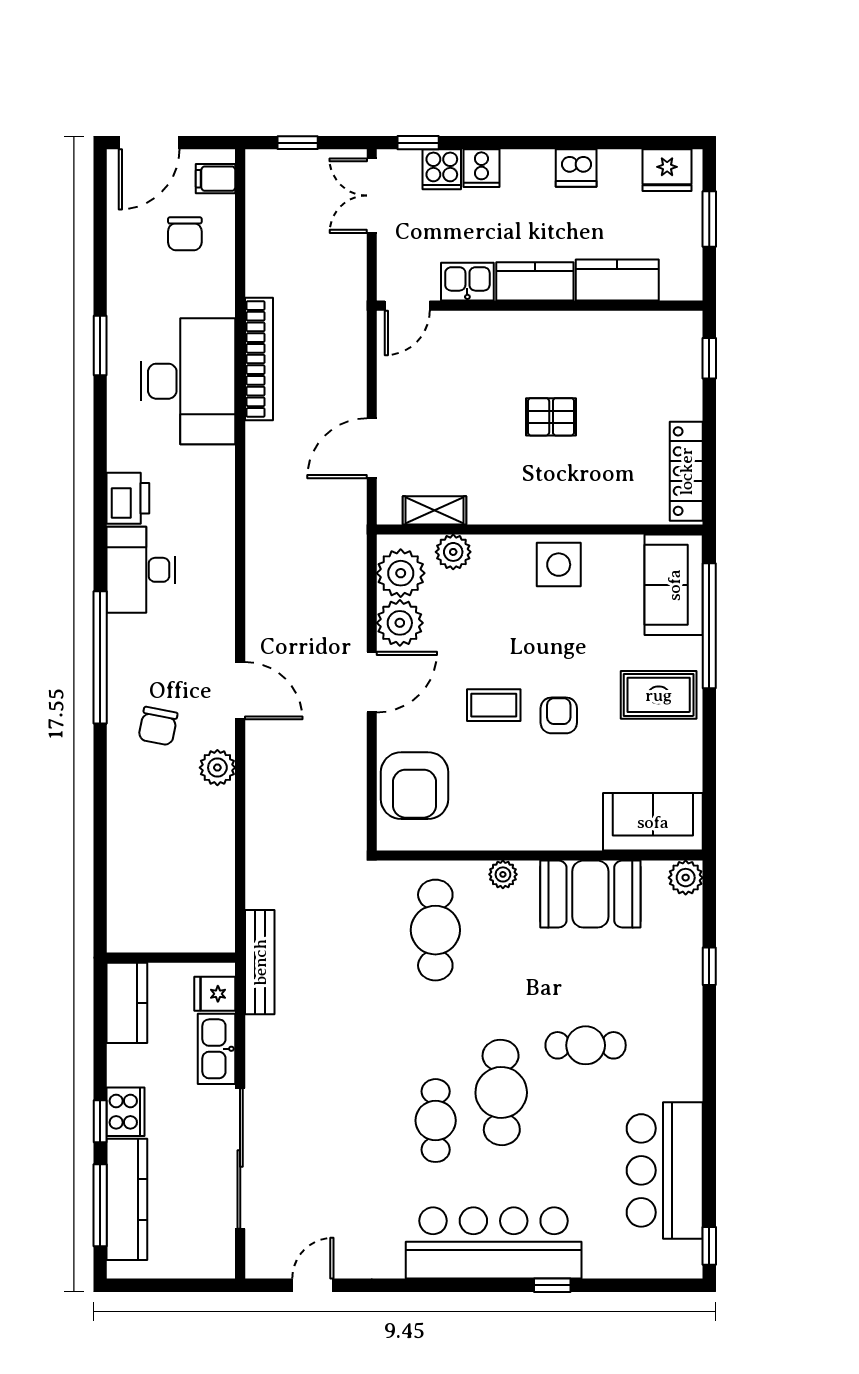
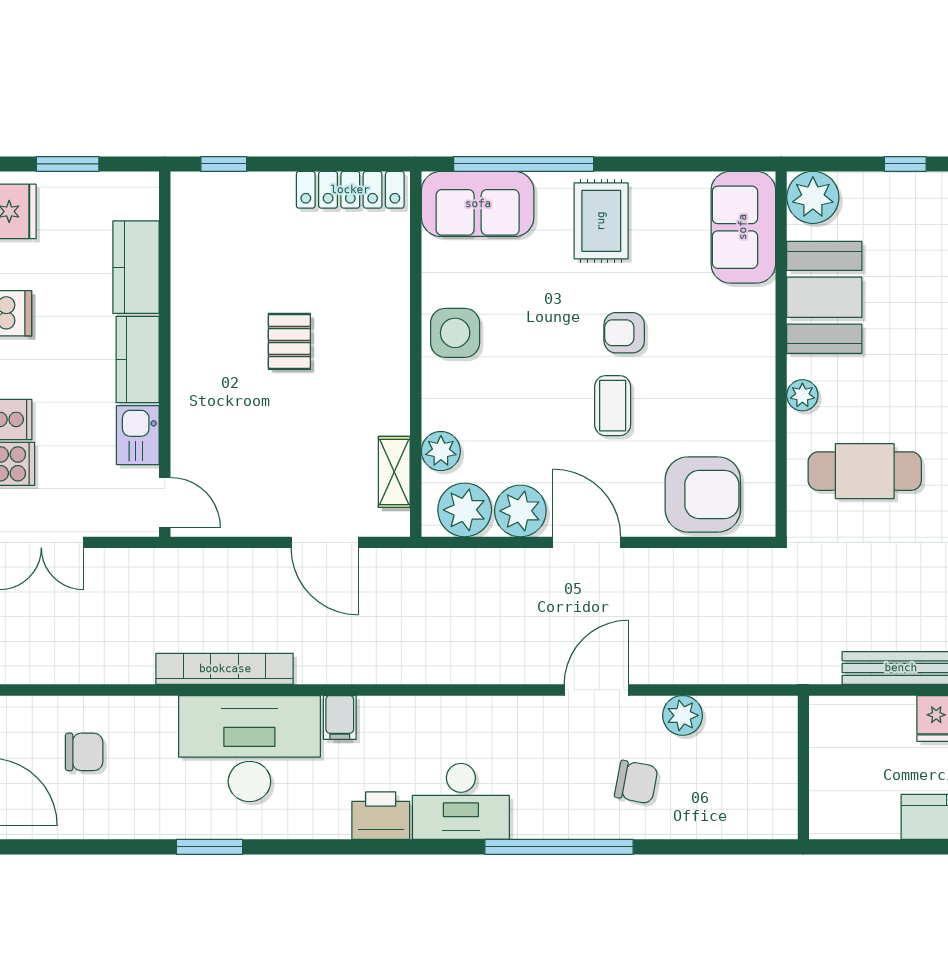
filing cabinet: (216, 179) -> (340, 717), moved
plant: (686, 878) -> (813, 197), width x1.36, depth x1.36
wall: (171, 958) -> (803, 768), moved

